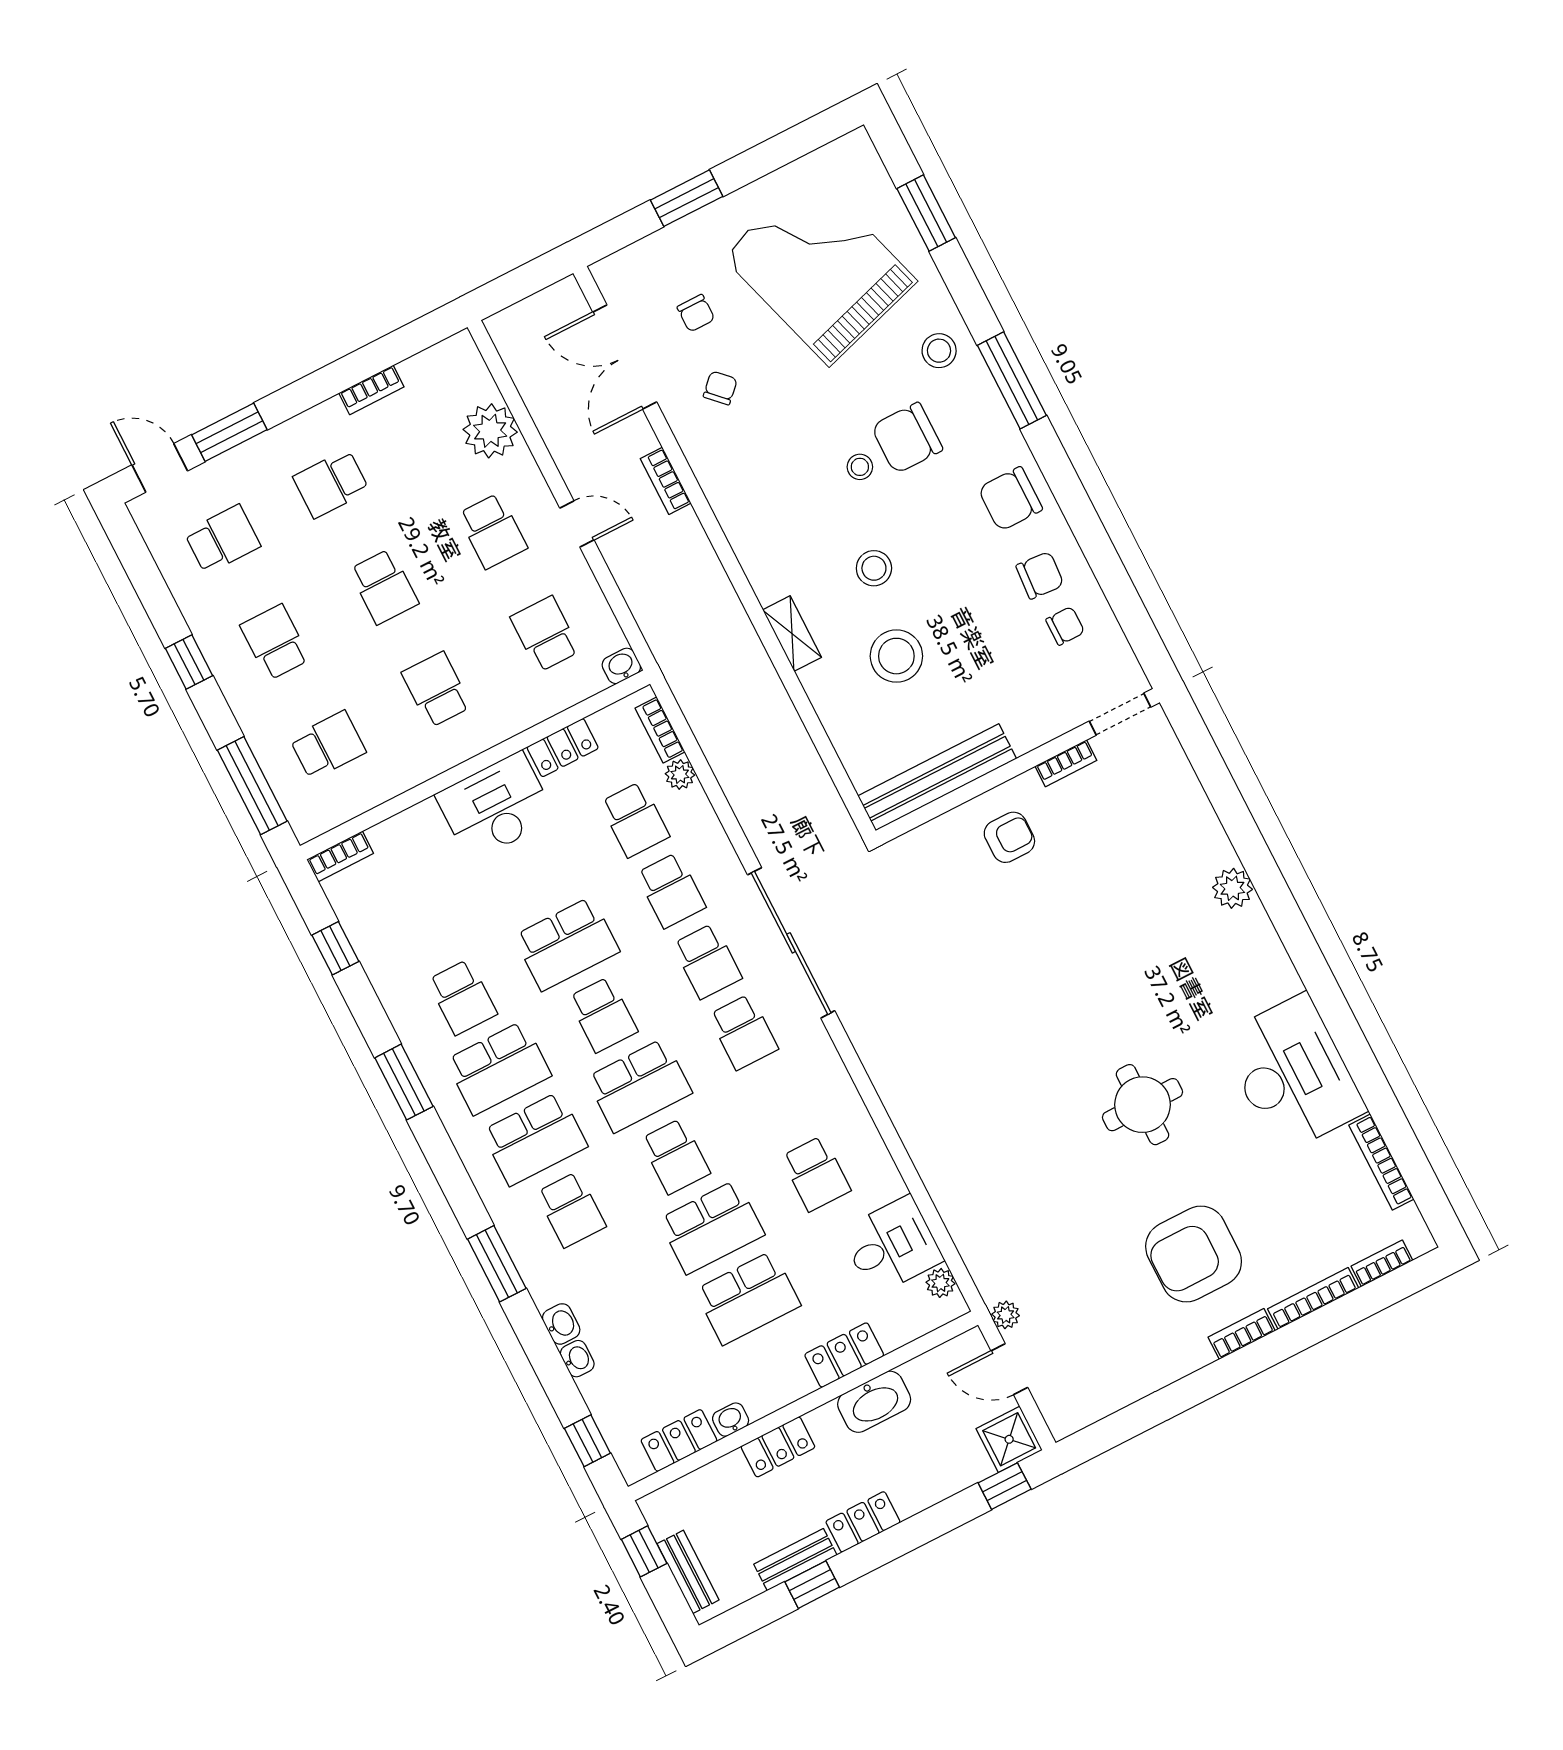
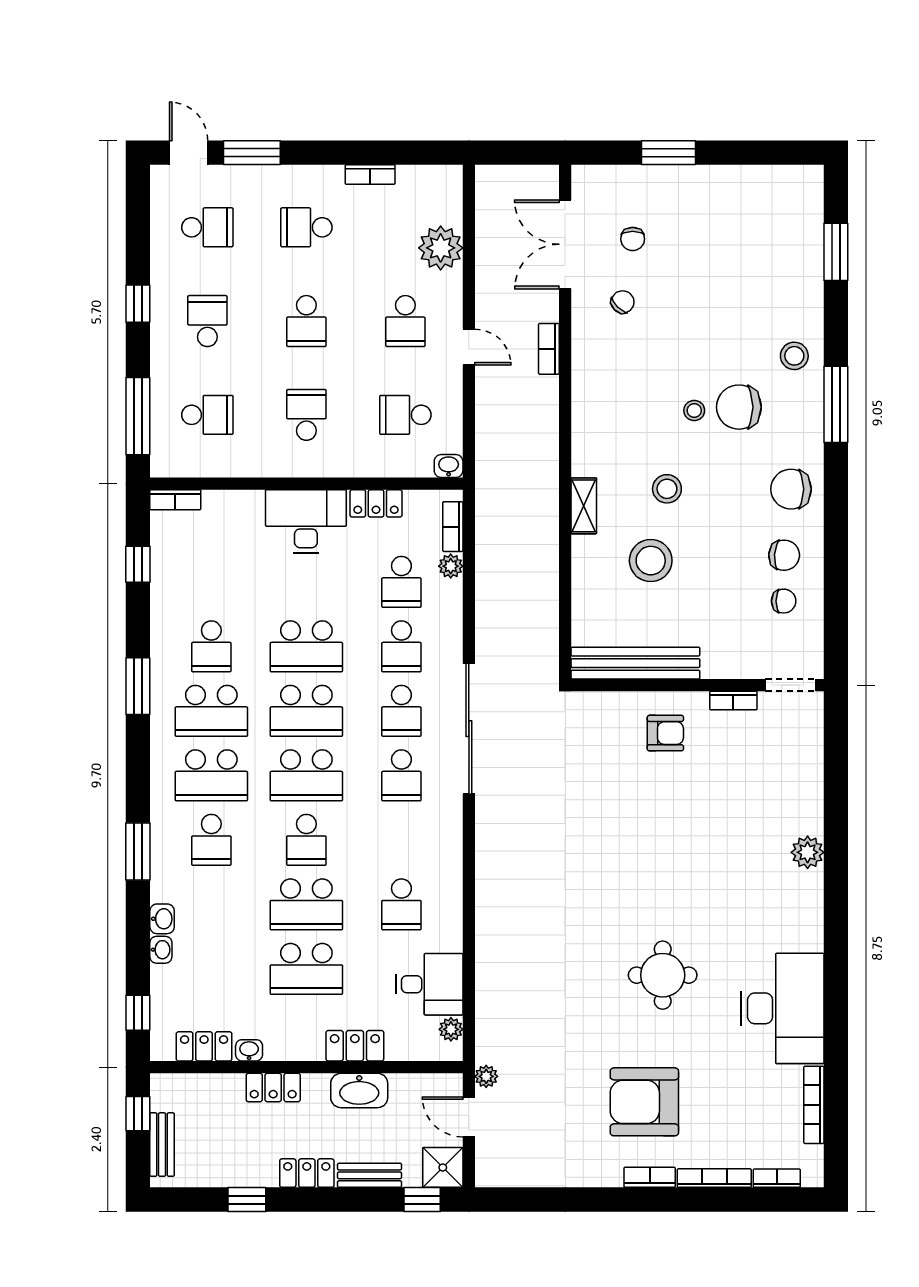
grand piano: (820, 269) -> (738, 253), removed
school desk: (545, 634) -> (405, 415), turned -90
school desk: (603, 1015) -> (306, 711), width x1.85
bench: (795, 1560) -> (370, 1175), moved

